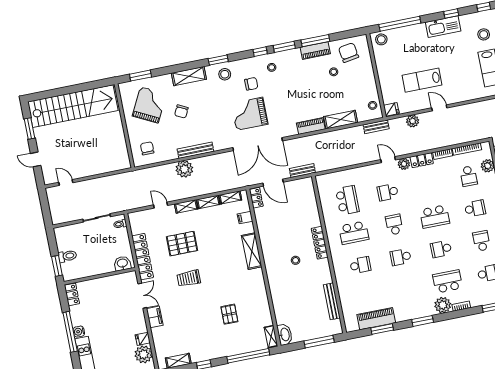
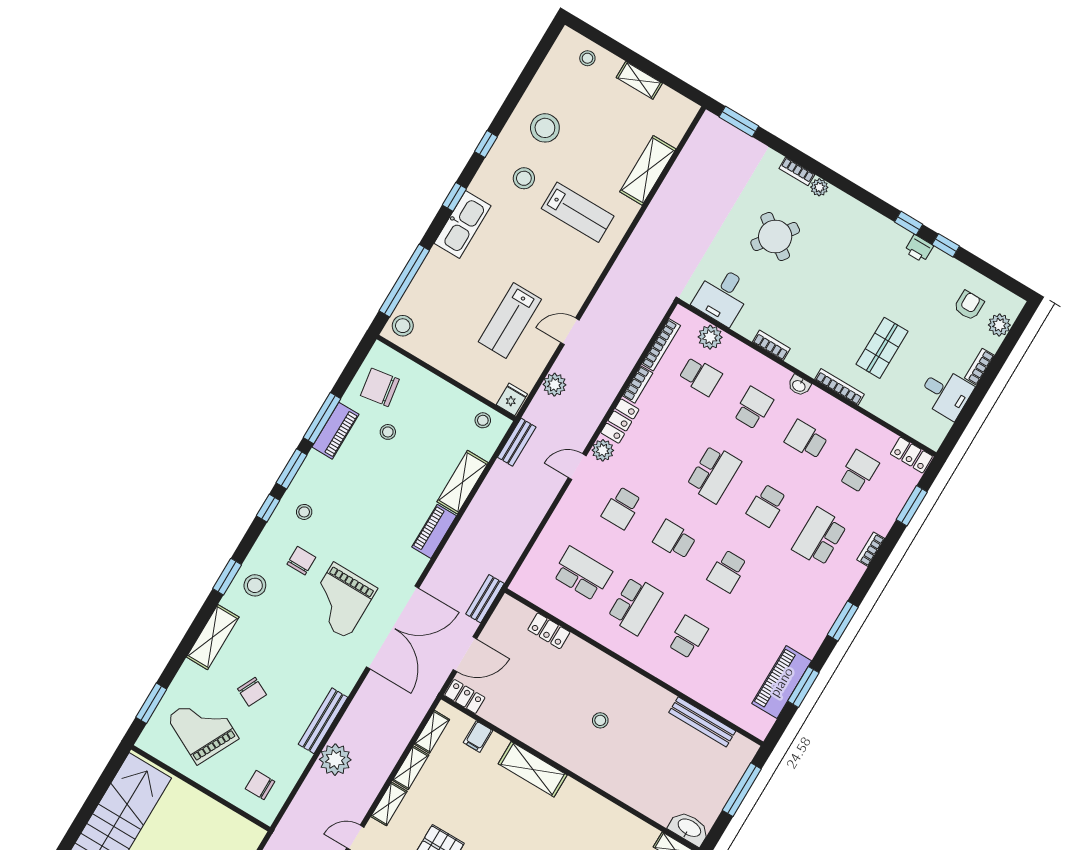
locker: (320, 243) -> (549, 631), moved, width x0.66
plant: (443, 305) -> (846, 573), removed

